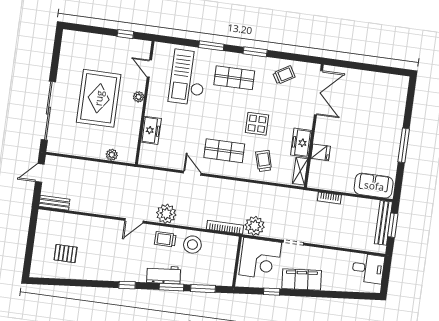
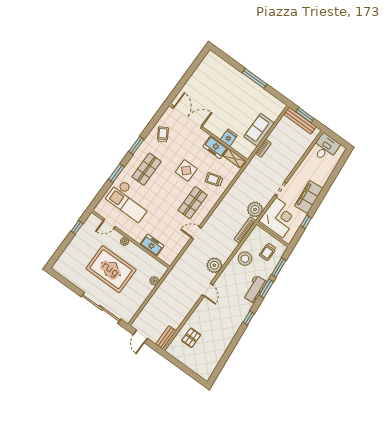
sofa: (374, 186) -> (259, 130), moved
trolley: (165, 239) -> (268, 252), moved
pallet: (66, 254) -> (191, 338), moved

